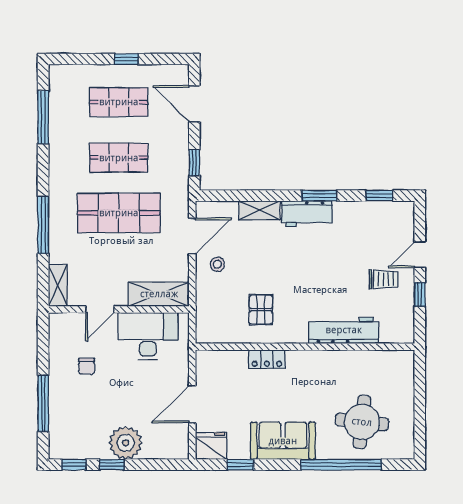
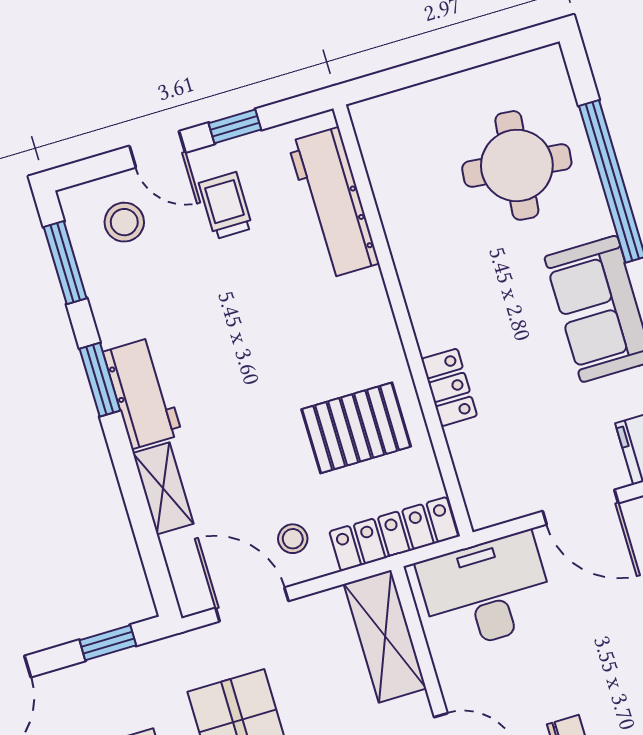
window: (379, 196) -> (65, 263), width x1.50
stool: (390, 229) -> (124, 222), added
pallet: (261, 310) -> (356, 428), width x1.50, depth x1.42
locker: (206, 313) -> (394, 534), added
workbench: (344, 330) -> (334, 203), moved
desk: (148, 336) -> (486, 592), moved, turned 90

